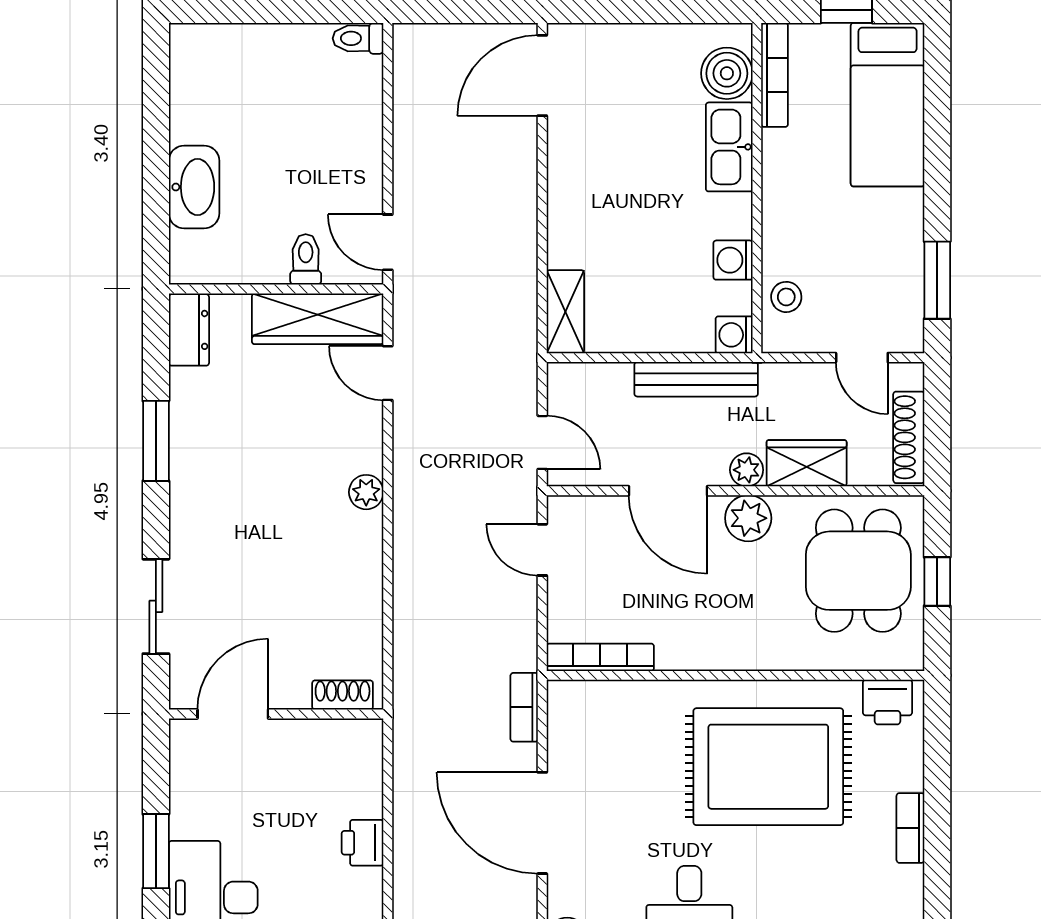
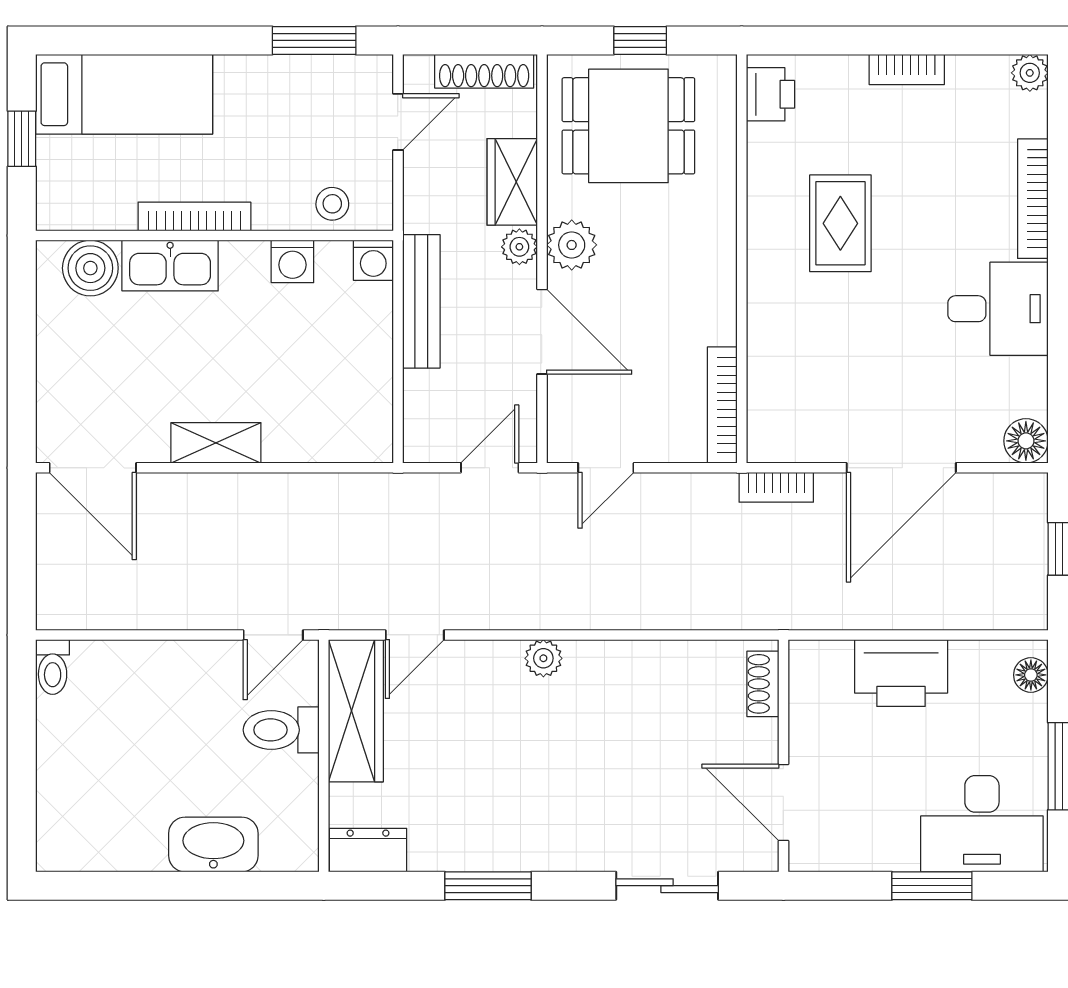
bookcase: (775, 75) -> (194, 216), moved
toilet: (306, 259) -> (281, 730), width x1.37, depth x1.39
shelving: (565, 312) -> (216, 443), moved
door: (668, 491) -> (542, 332), hinge flipped
rug: (768, 767) -> (840, 223), width x0.54, depth x0.49
printer: (363, 843) -> (901, 673), width x1.87, depth x1.48

